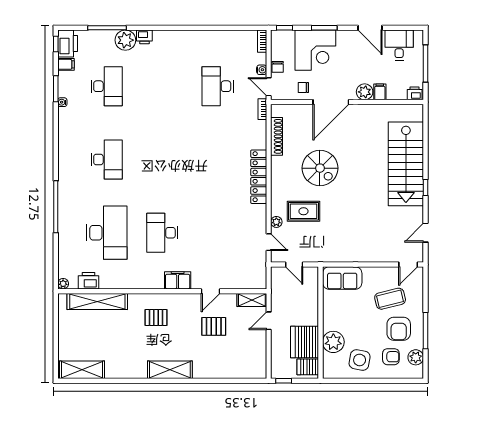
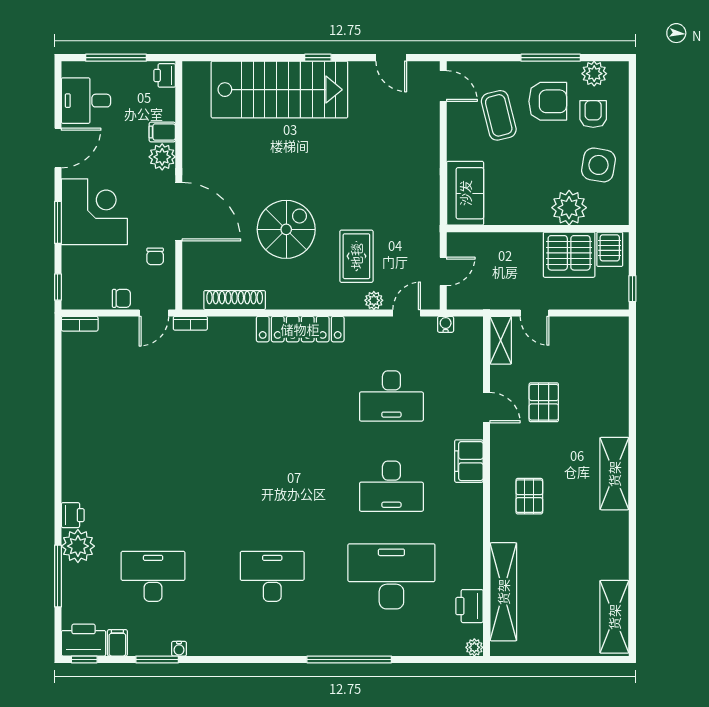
corner desk: (315, 50) -> (94, 212), moved
water cooler: (262, 70) -> (446, 324), moved
desk: (218, 86) -> (391, 396), moved

